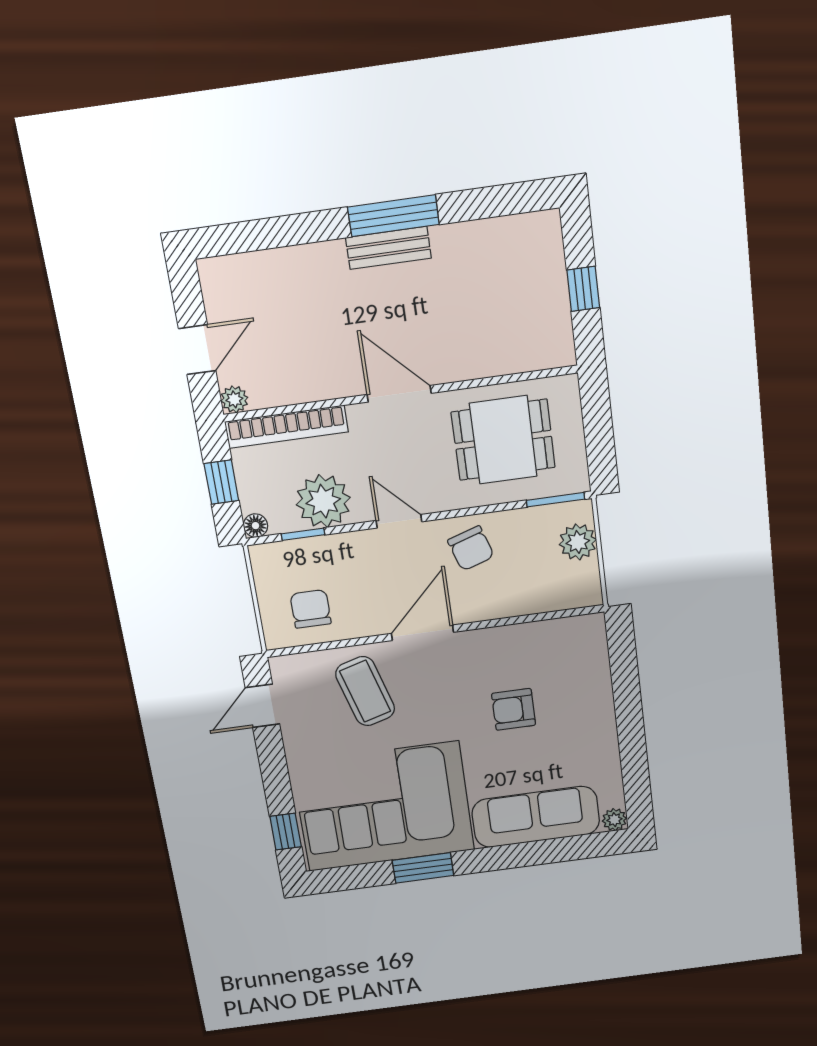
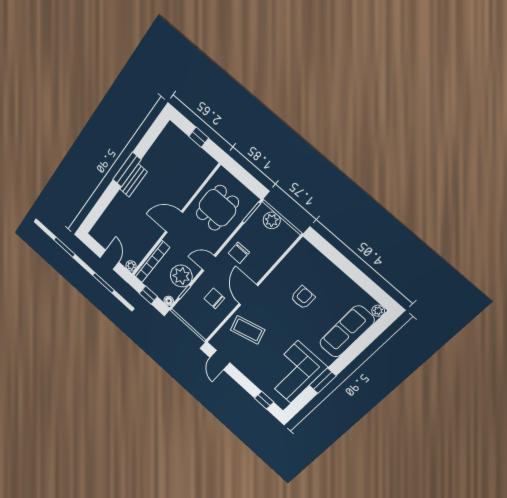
chair: (471, 548) -> (239, 253), turned 108
chair: (311, 609) -> (214, 298), moved
armchair: (514, 709) -> (303, 297), turned 180
corner sofa: (383, 807) -> (294, 372), width x0.73, depth x0.74

